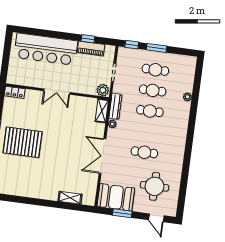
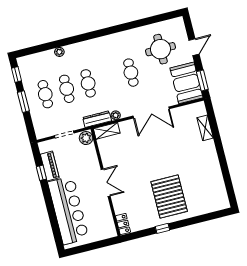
window: (132, 45) -> (16, 75), moved
window: (122, 213) -> (202, 81), moved
door: (156, 218) -> (194, 47), moved

